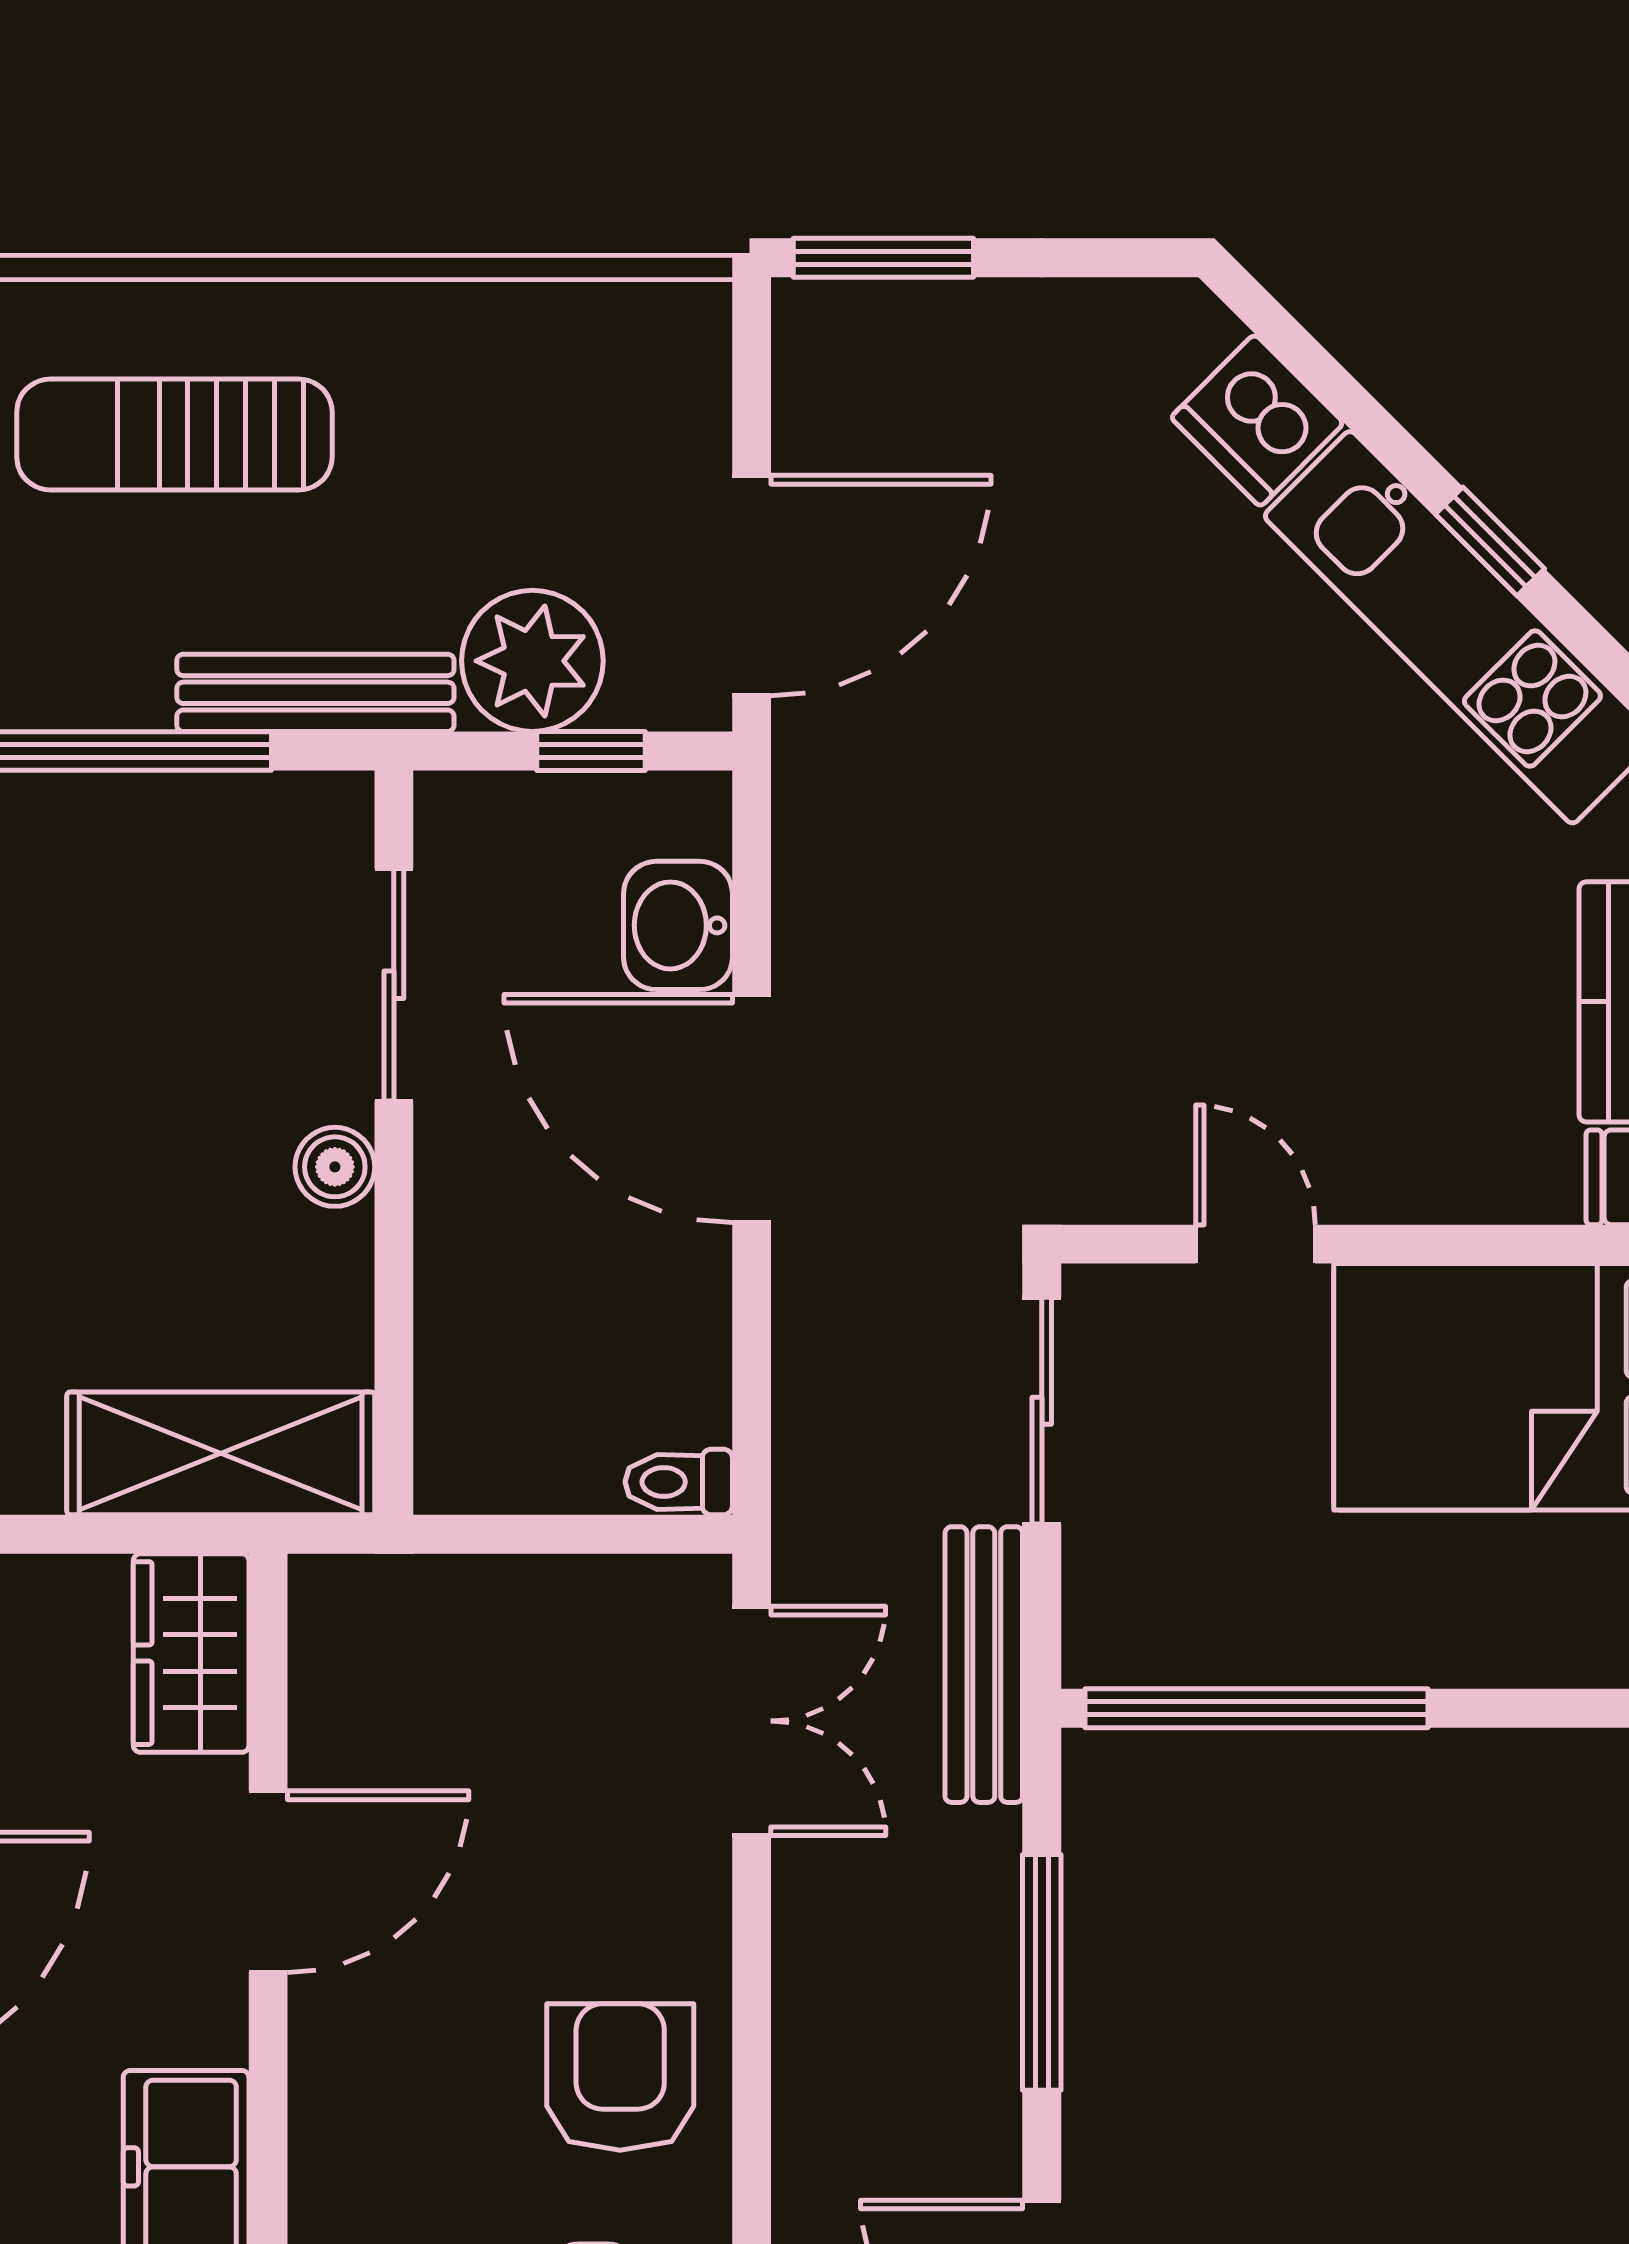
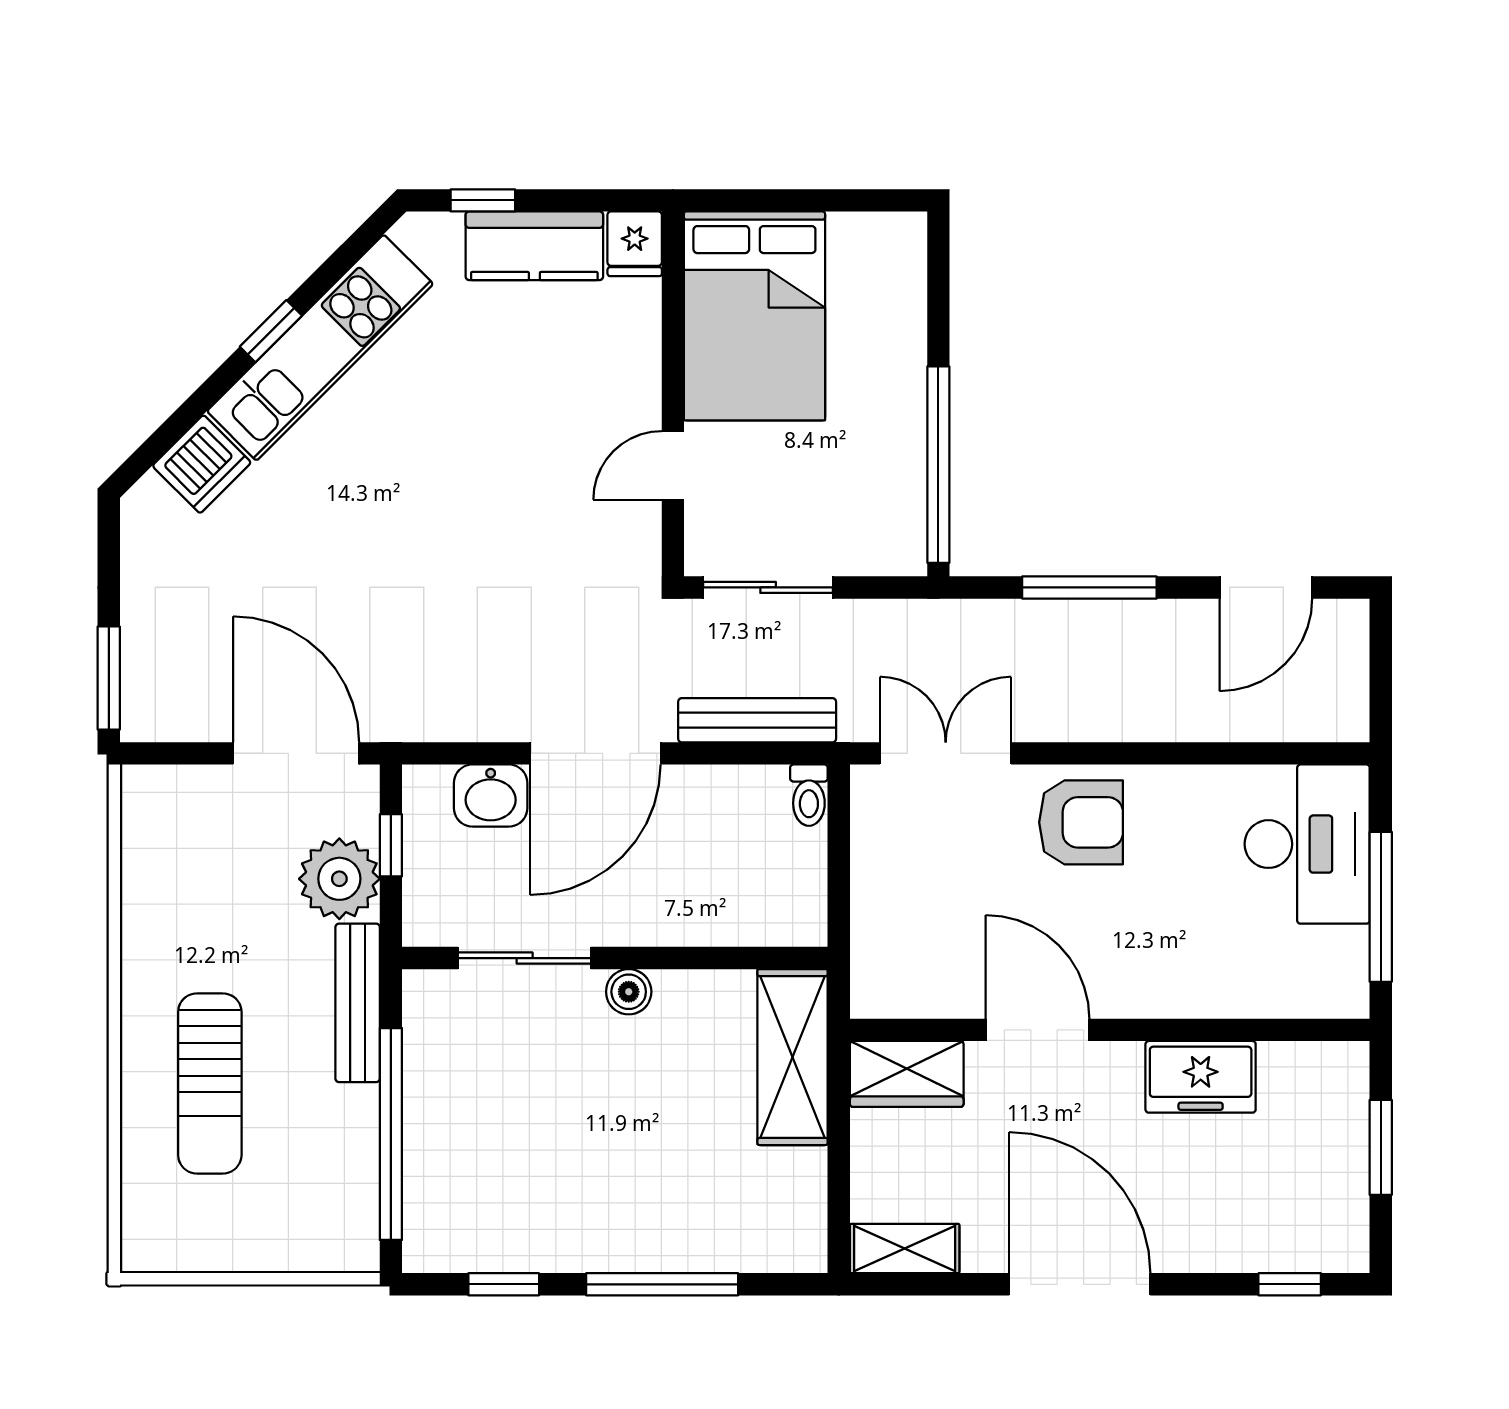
bench: (984, 1665) -> (757, 720), moved
armchair: (620, 2077) -> (1081, 822), moved, turned 180

